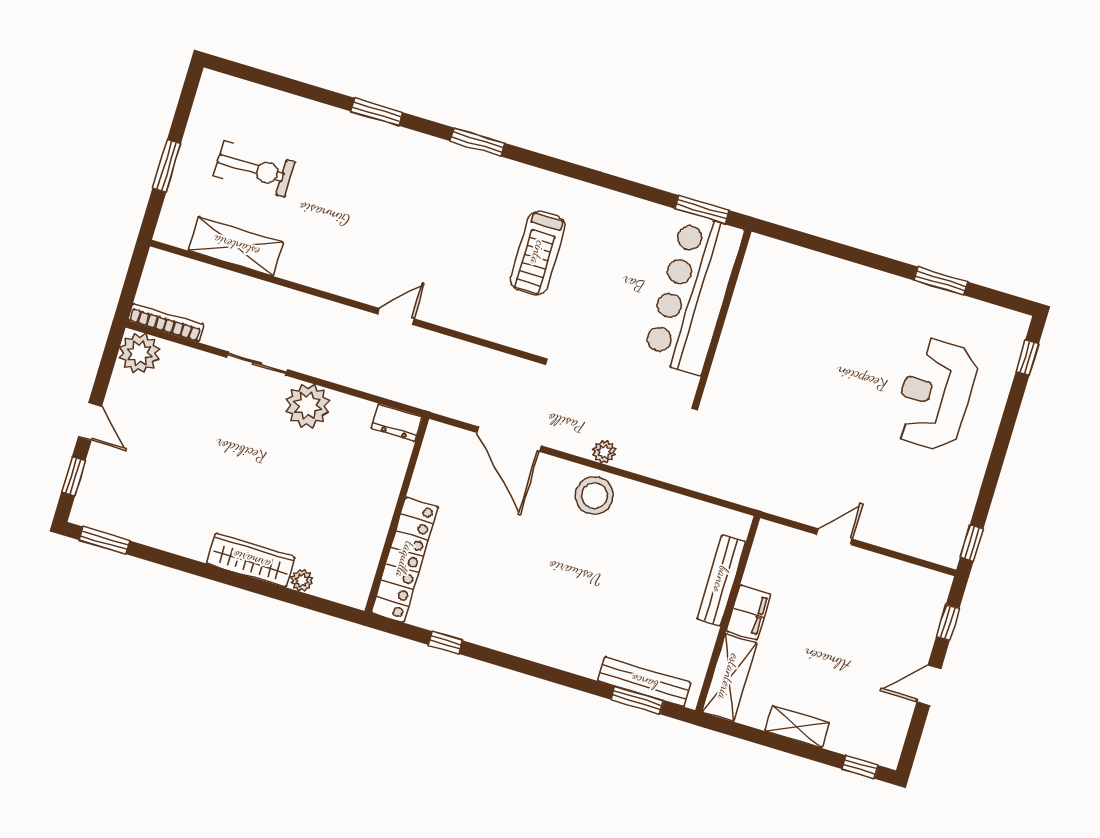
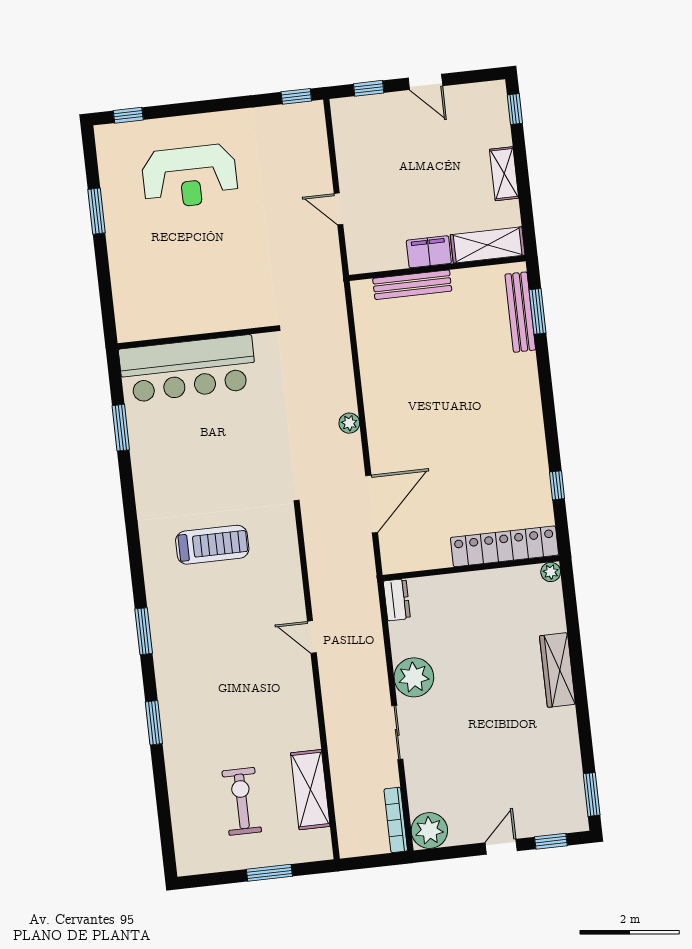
bar counter: (693, 294) -> (188, 369), moved
wall: (722, 317) -> (196, 337), moved
stool: (594, 496) -> (388, 416), removed
plant: (302, 580) -> (551, 572), moved

